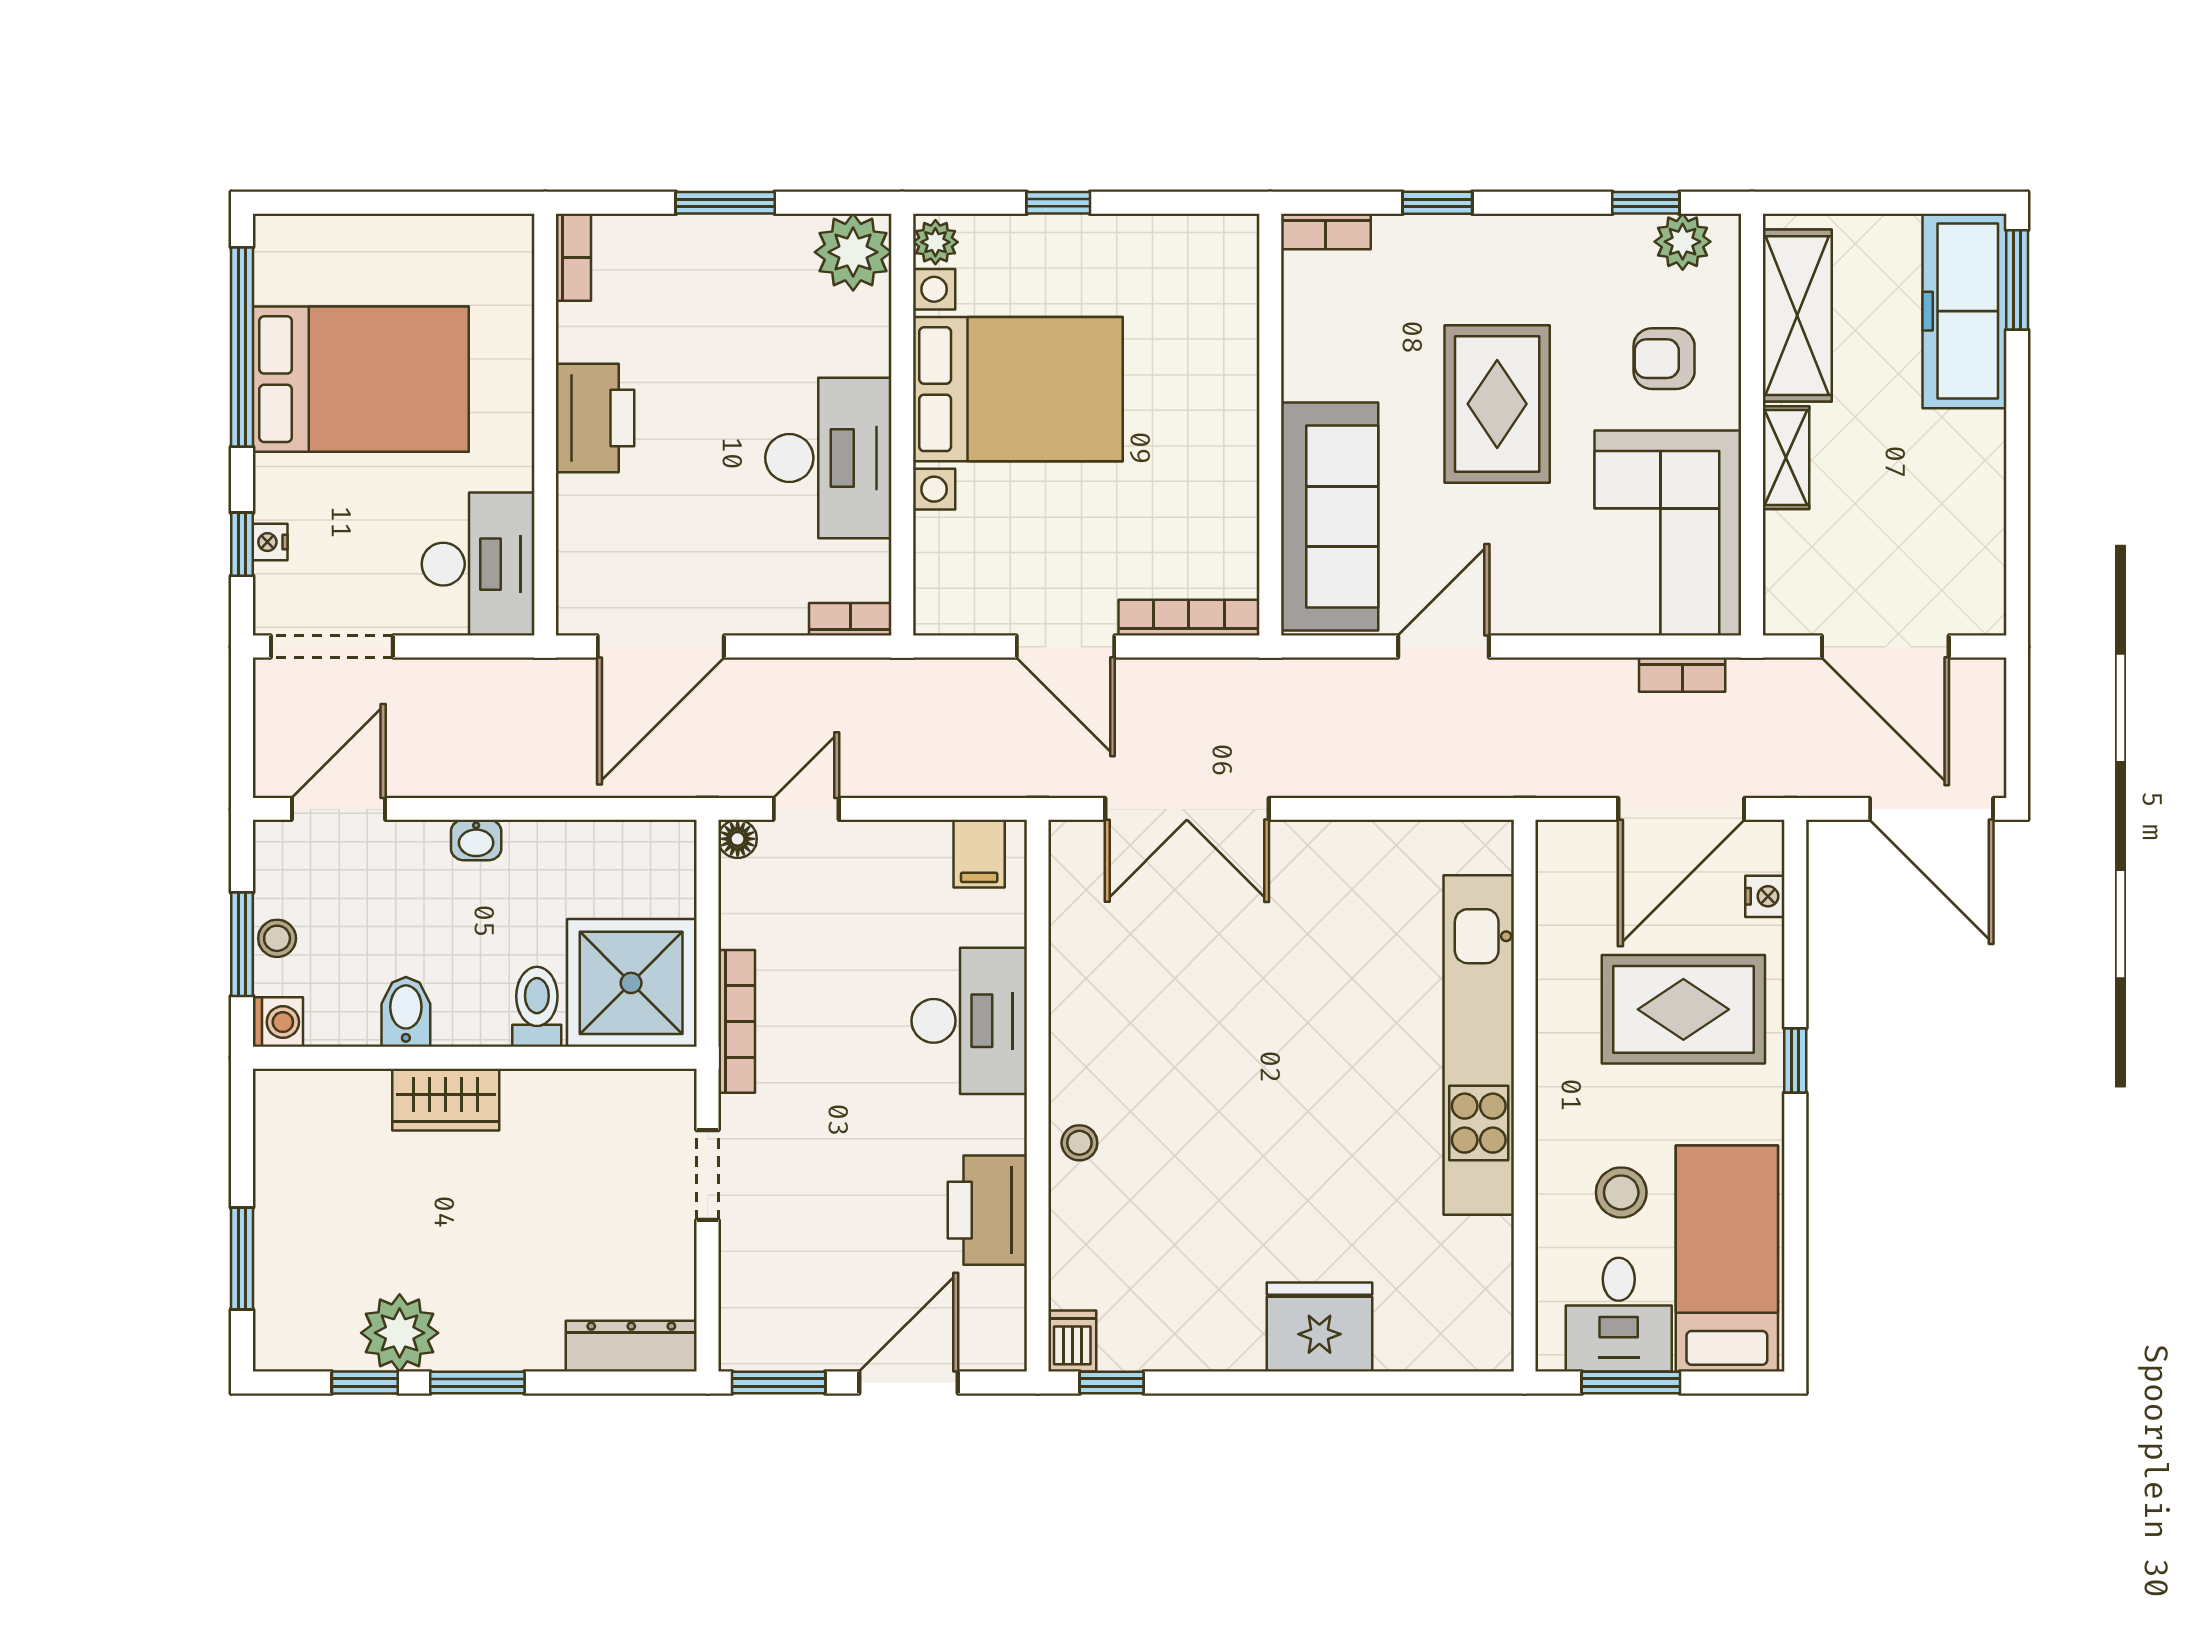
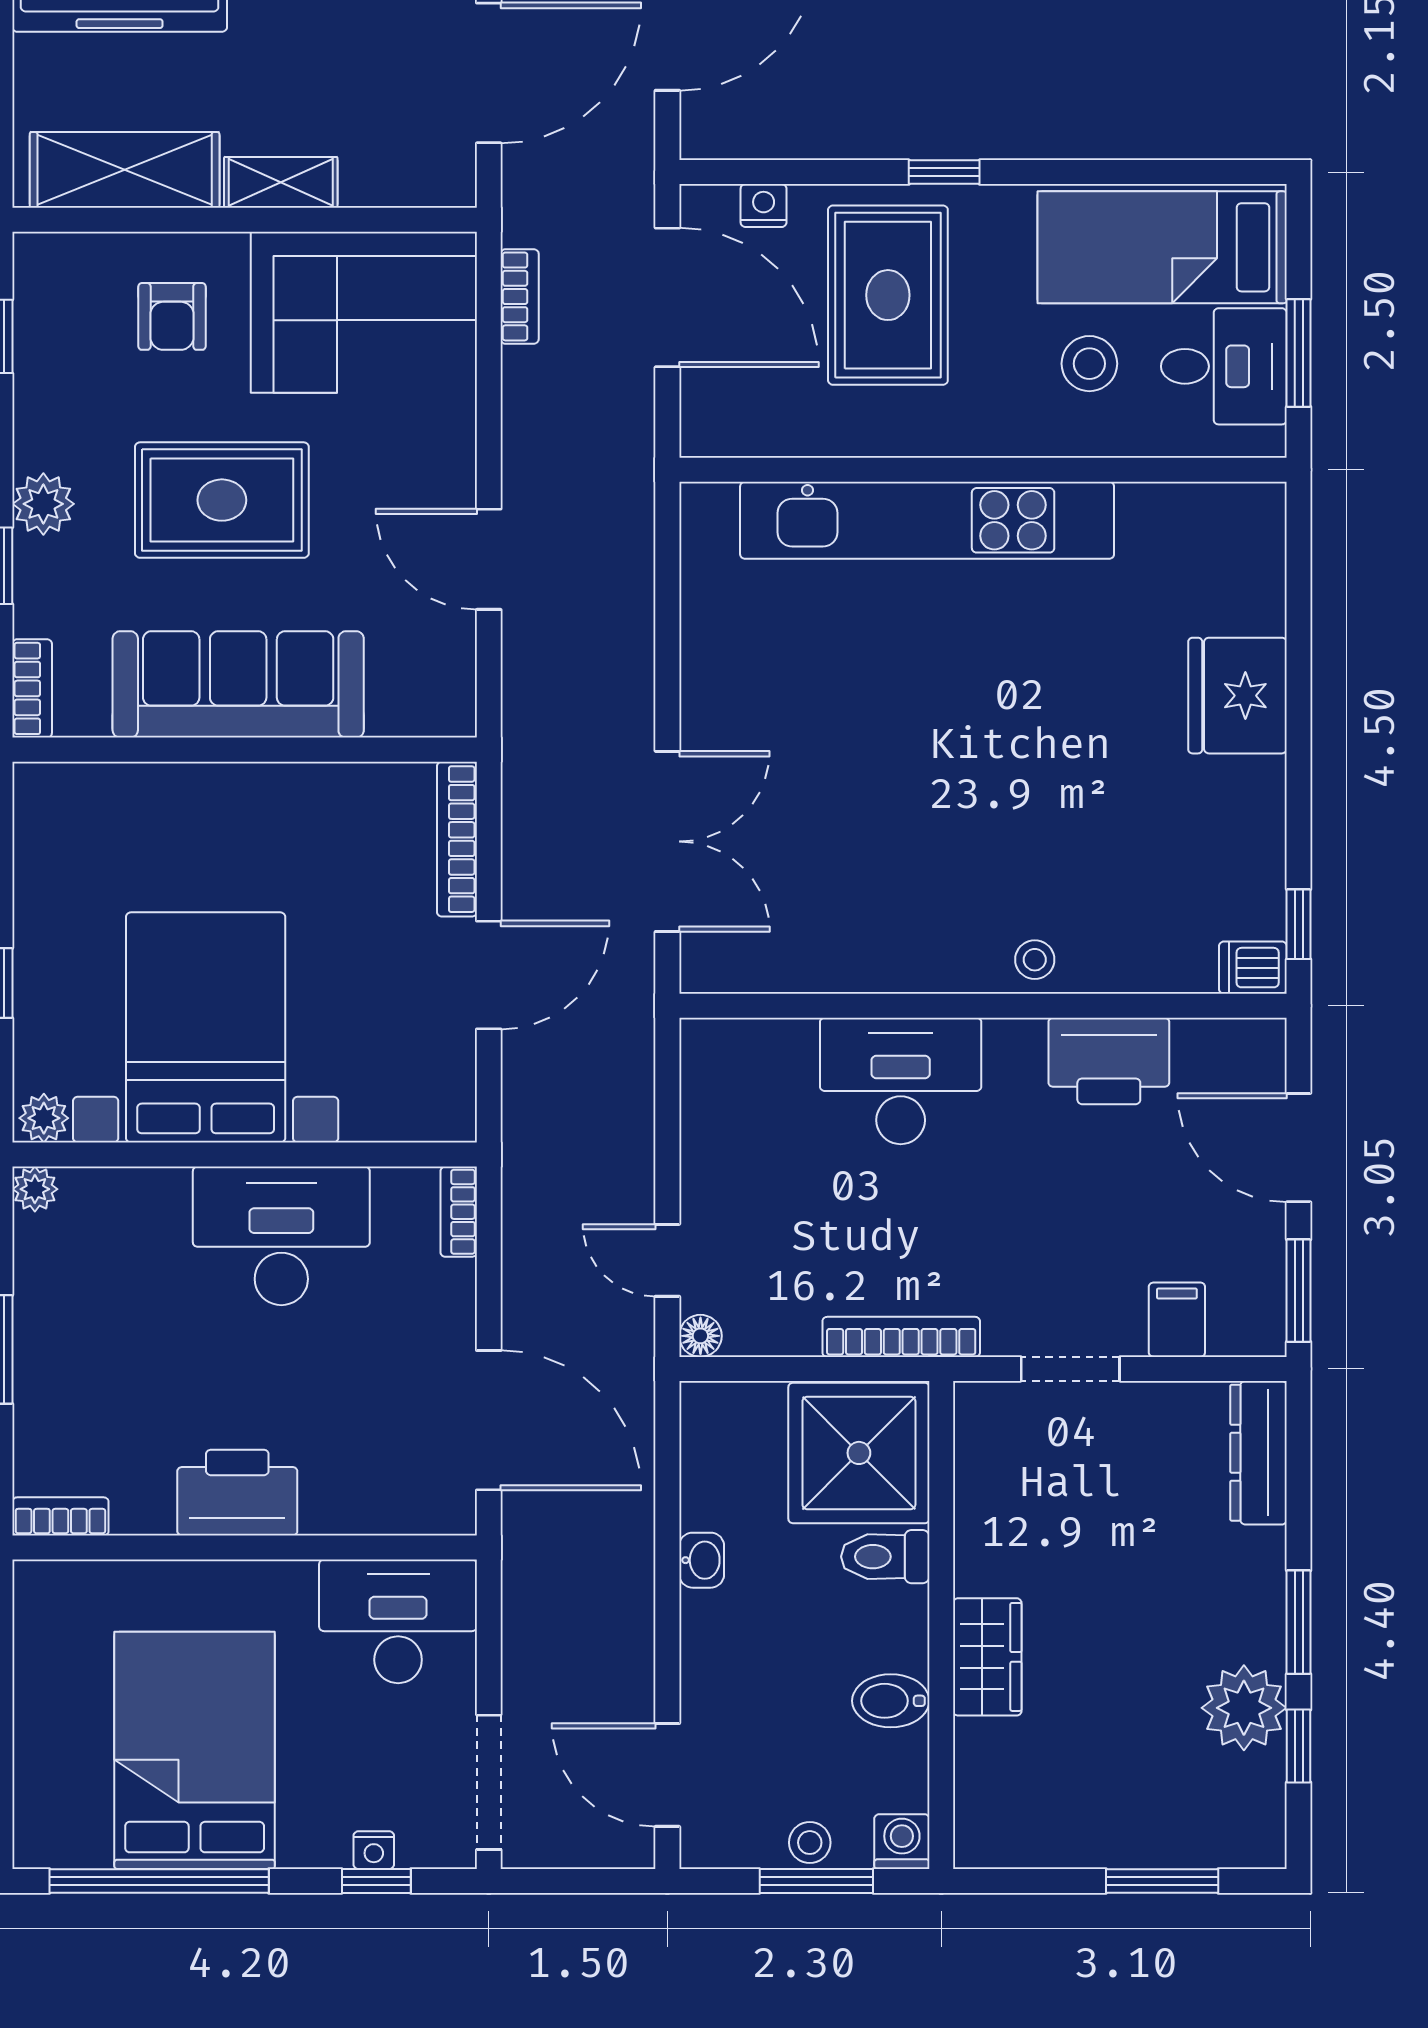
plant: (1683, 242) -> (43, 504), moved
plant: (853, 252) -> (35, 1189), width x0.53, depth x0.53
sofa: (1330, 517) -> (238, 684), moved
washbasin: (476, 840) -> (702, 1560), moved
filing cabinet: (979, 854) -> (1177, 1320), moved, turned -90

